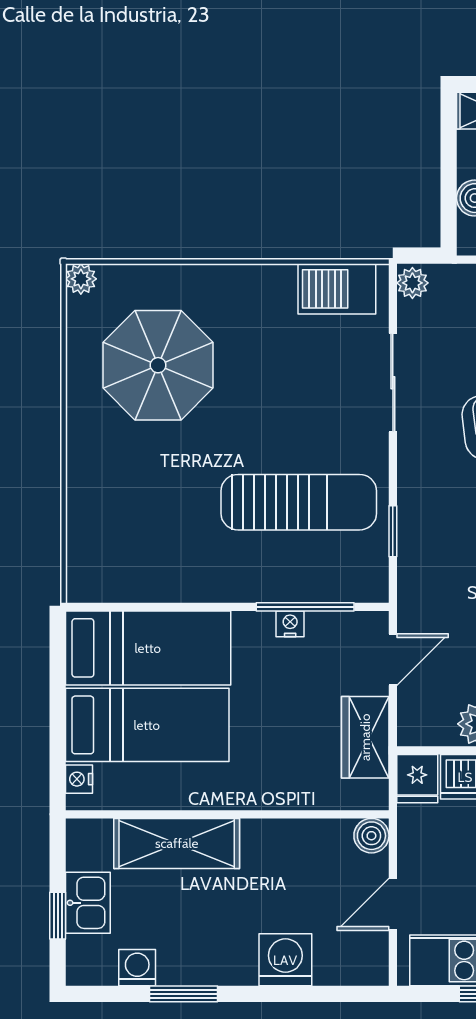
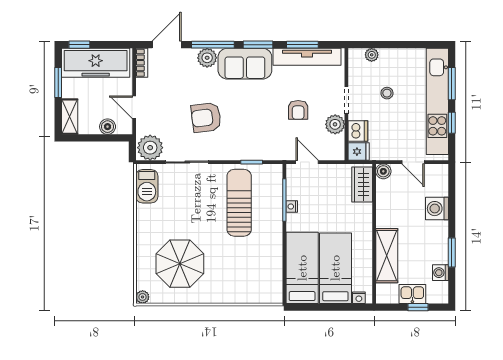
plant: (412, 283) -> (150, 148), width x1.88, depth x1.88
wardrobe: (365, 737) -> (362, 184), moved, turned 90

